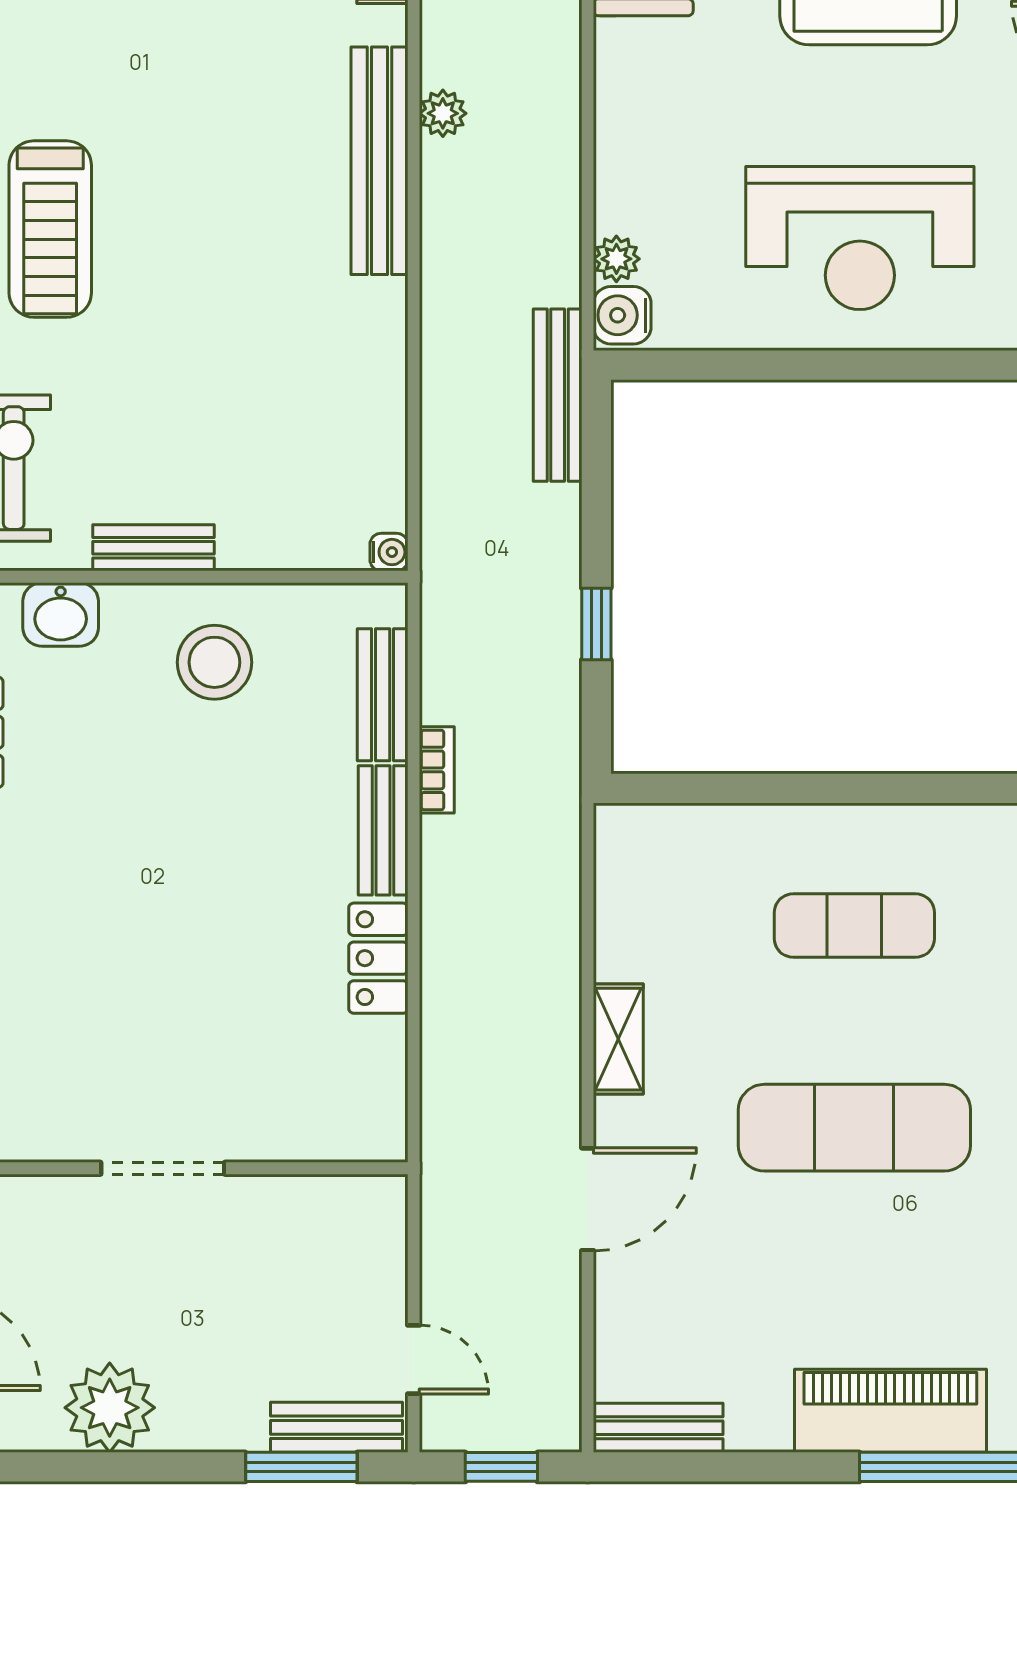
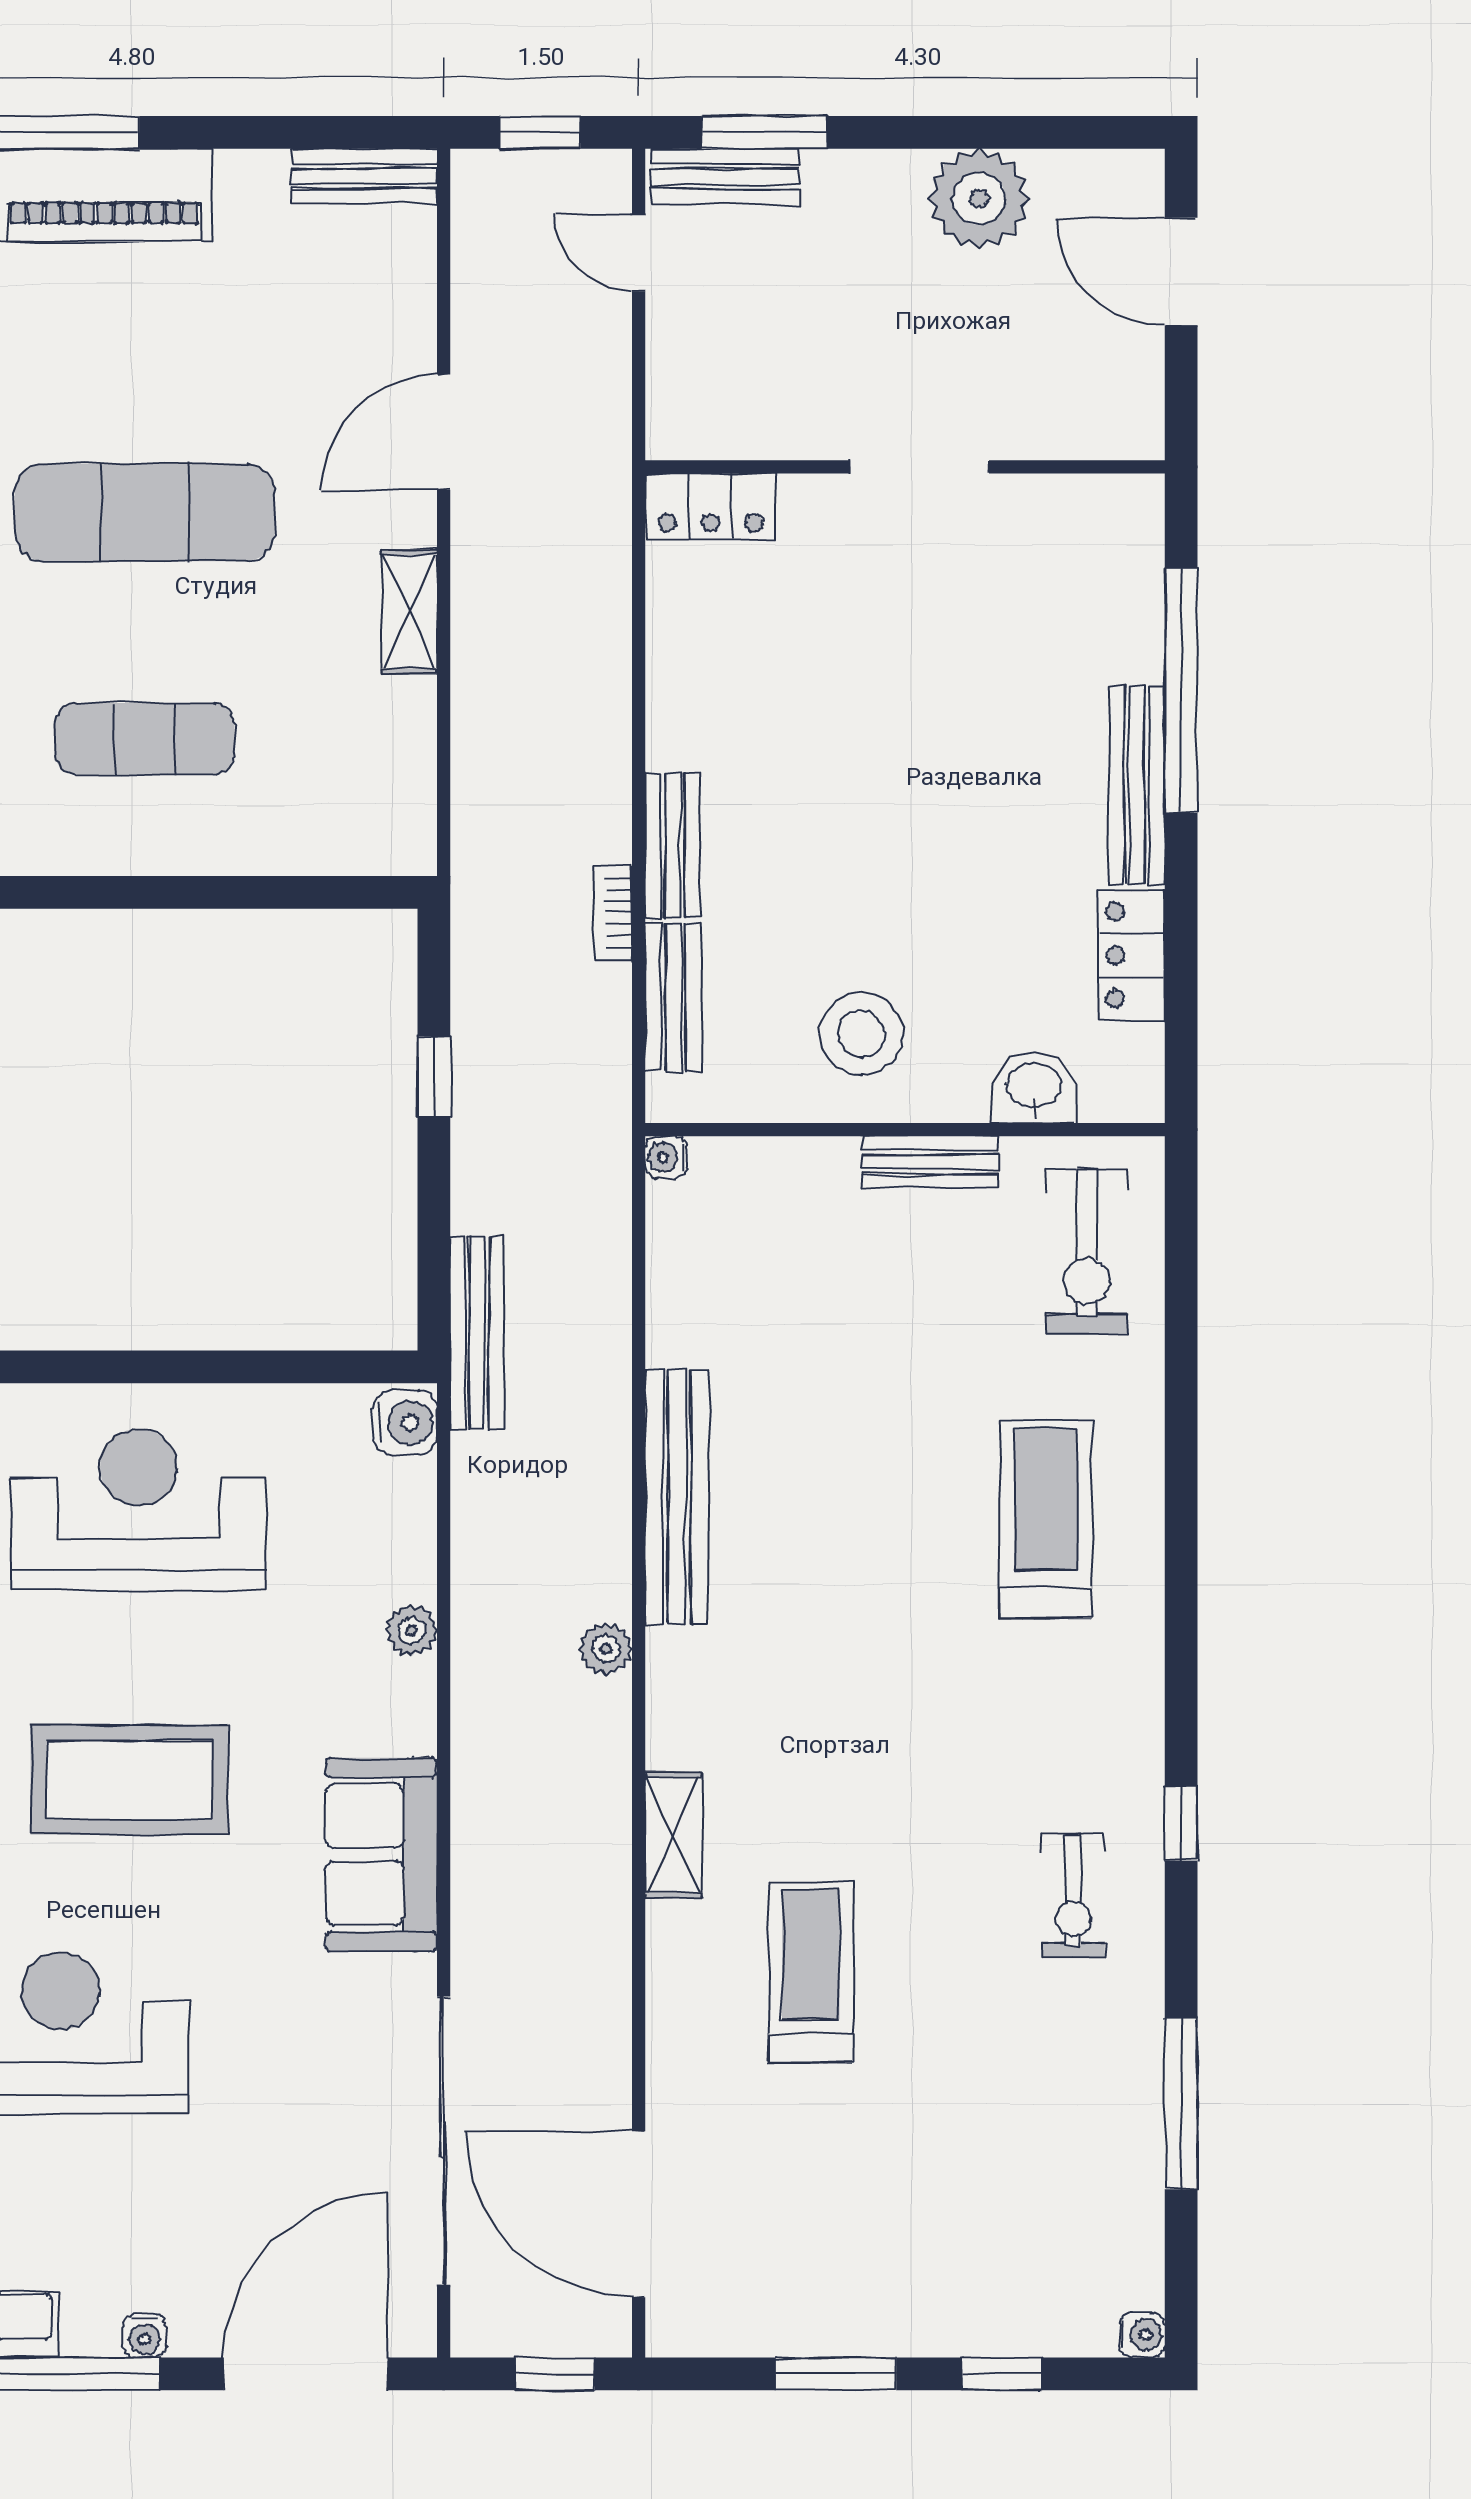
bench: (380, 161) -> (677, 1497), moved
plant: (616, 259) -> (411, 1631), moved
locker: (378, 958) -> (710, 506), moved, turned 90

